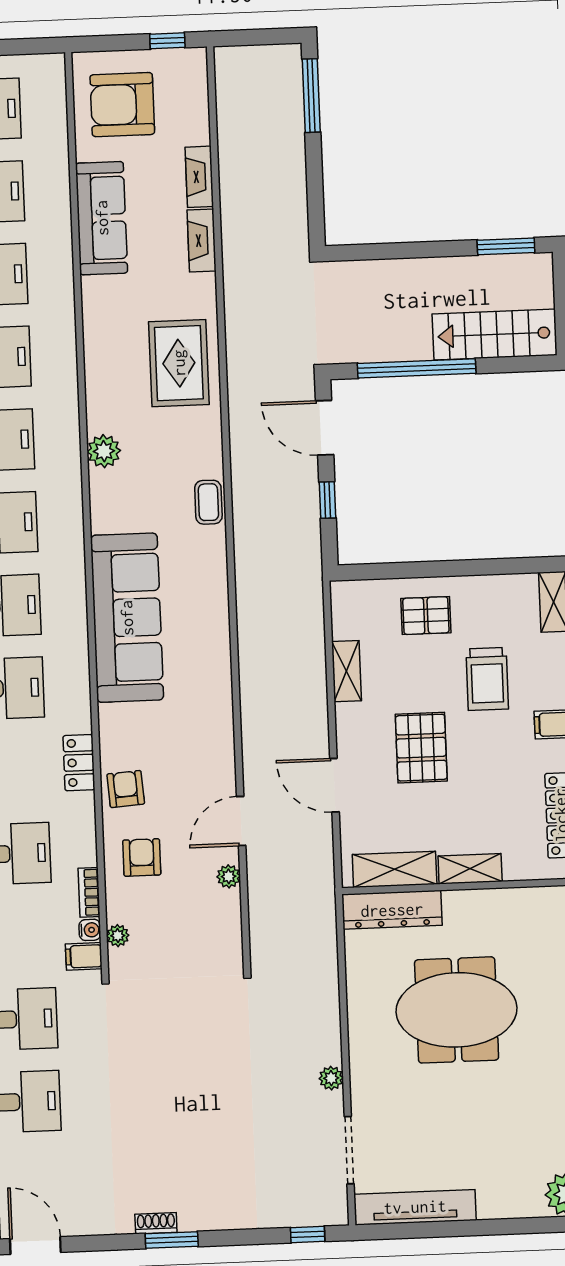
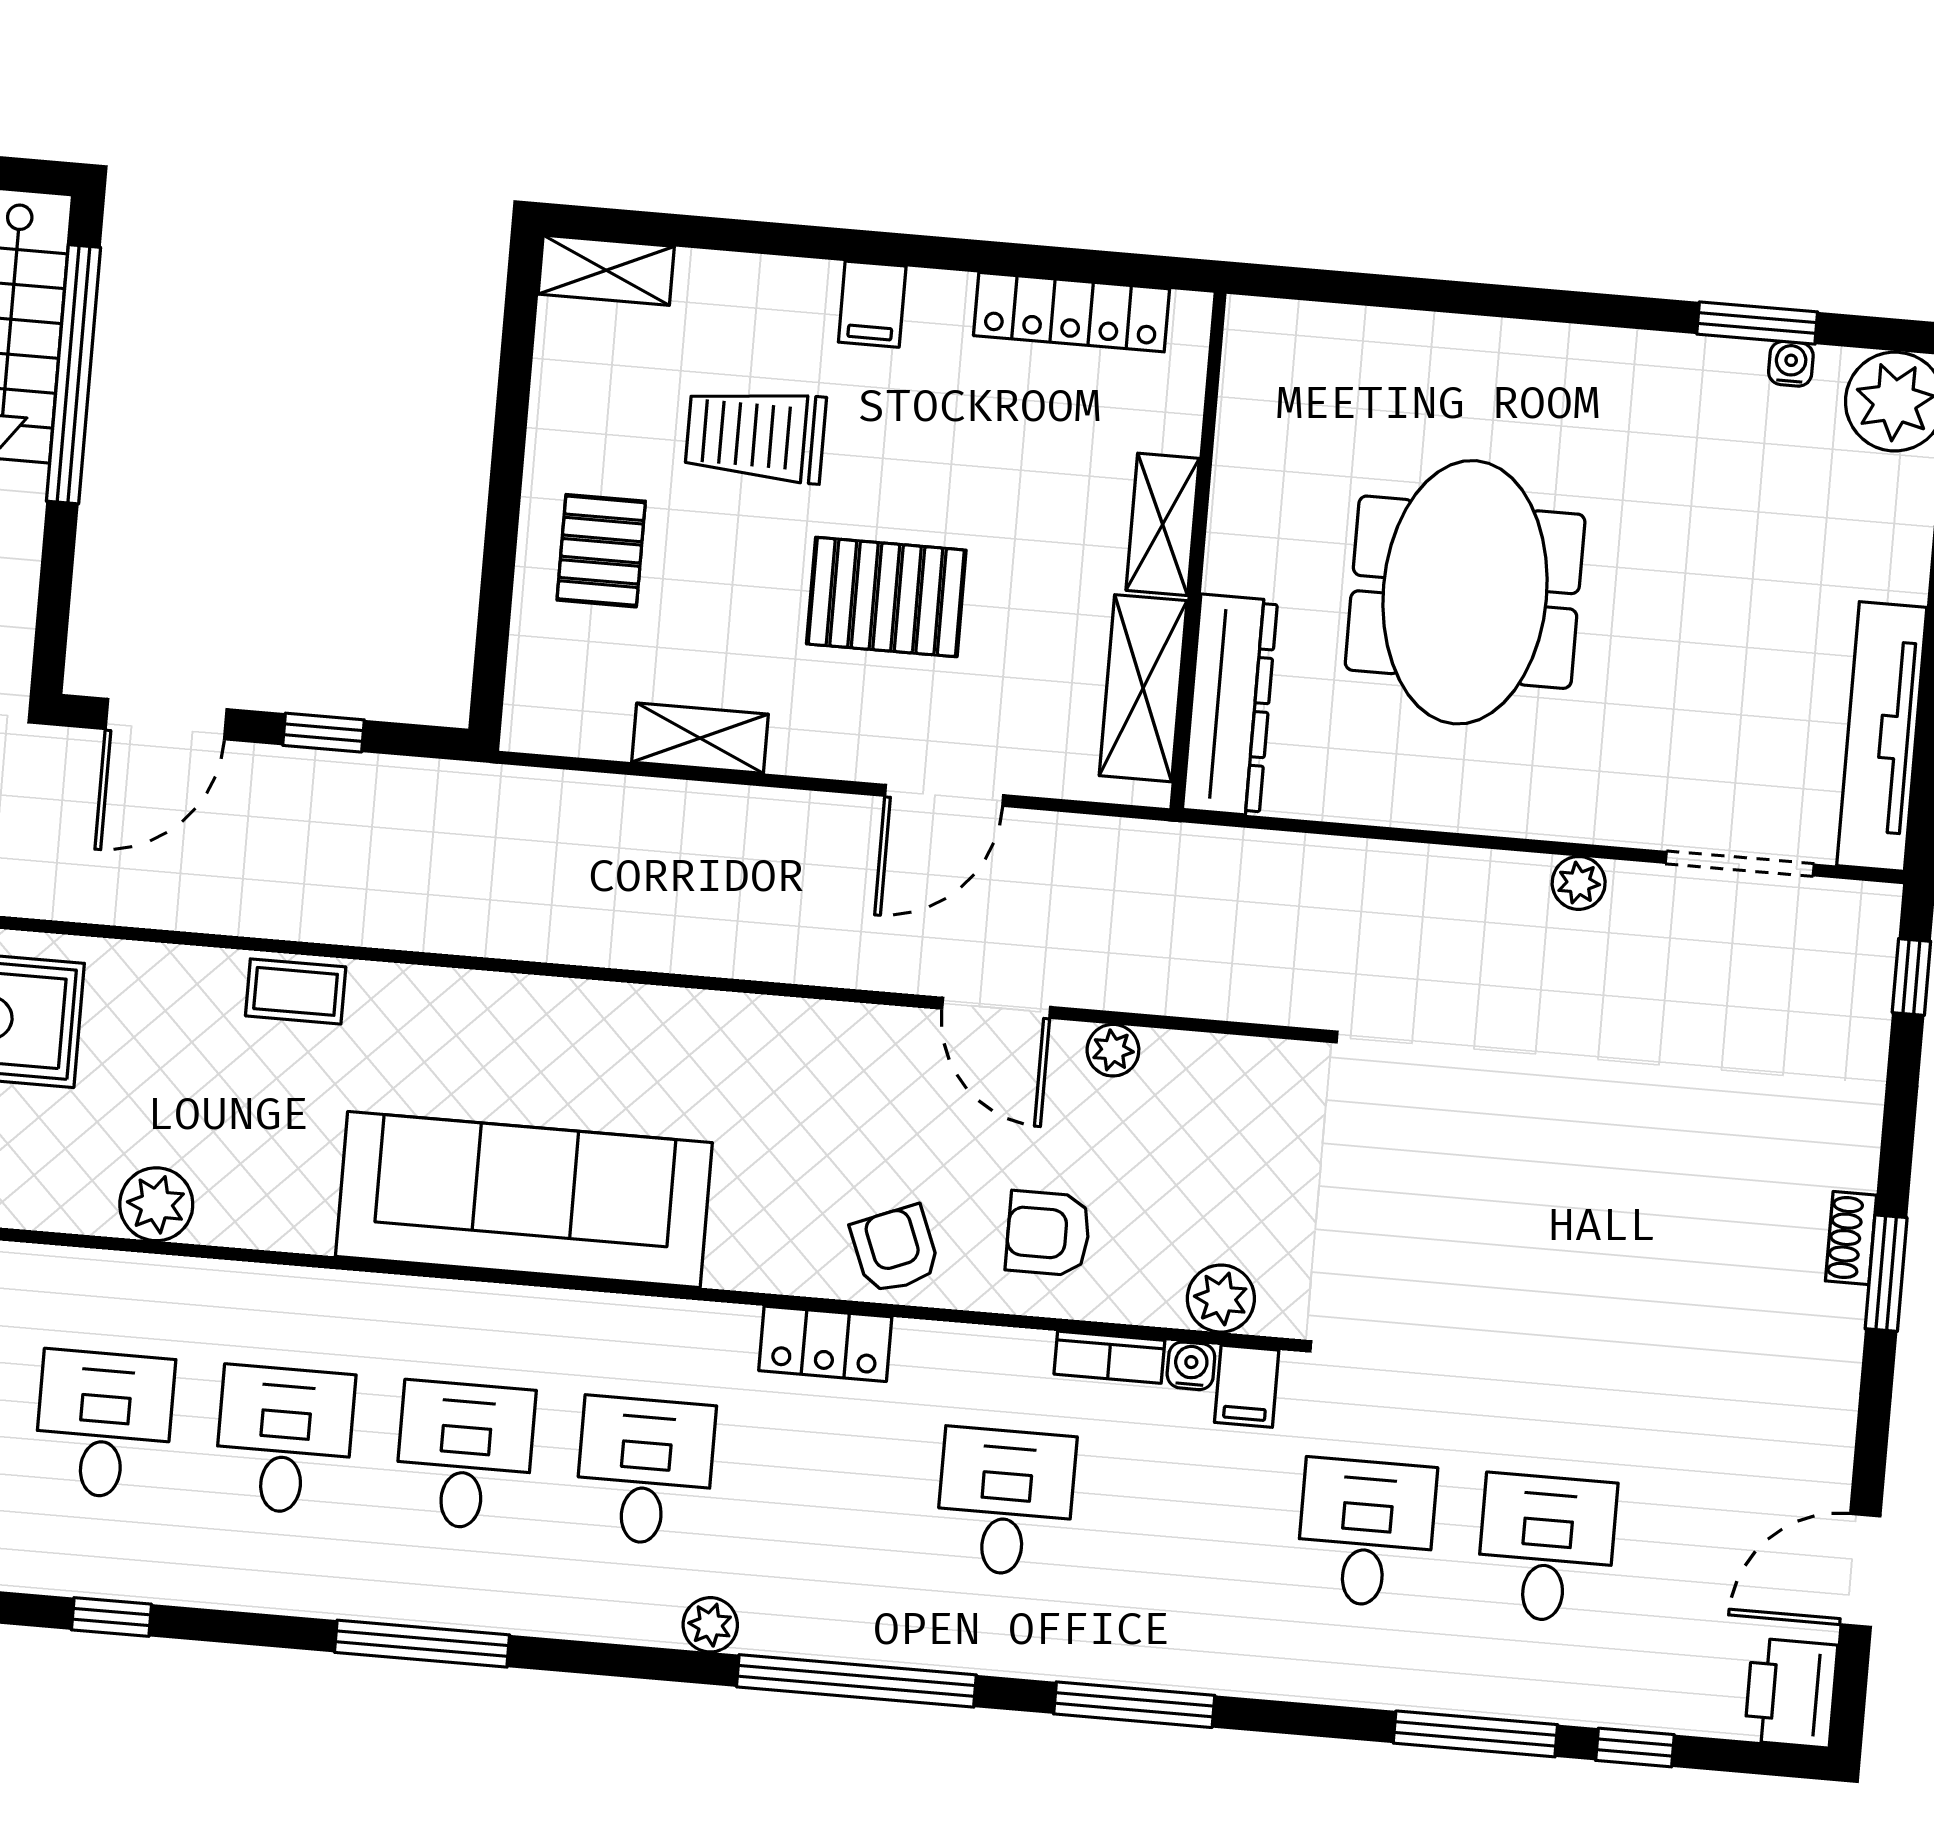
window: (417, 368) -> (73, 374), moved
trolley: (487, 679) -> (756, 435), turned 180
armchair: (126, 789) -> (895, 1249), turned 72
plant: (118, 936) -> (1221, 1299), width x1.38, depth x1.38
shoe rack: (156, 1223) -> (1851, 1238), moved

